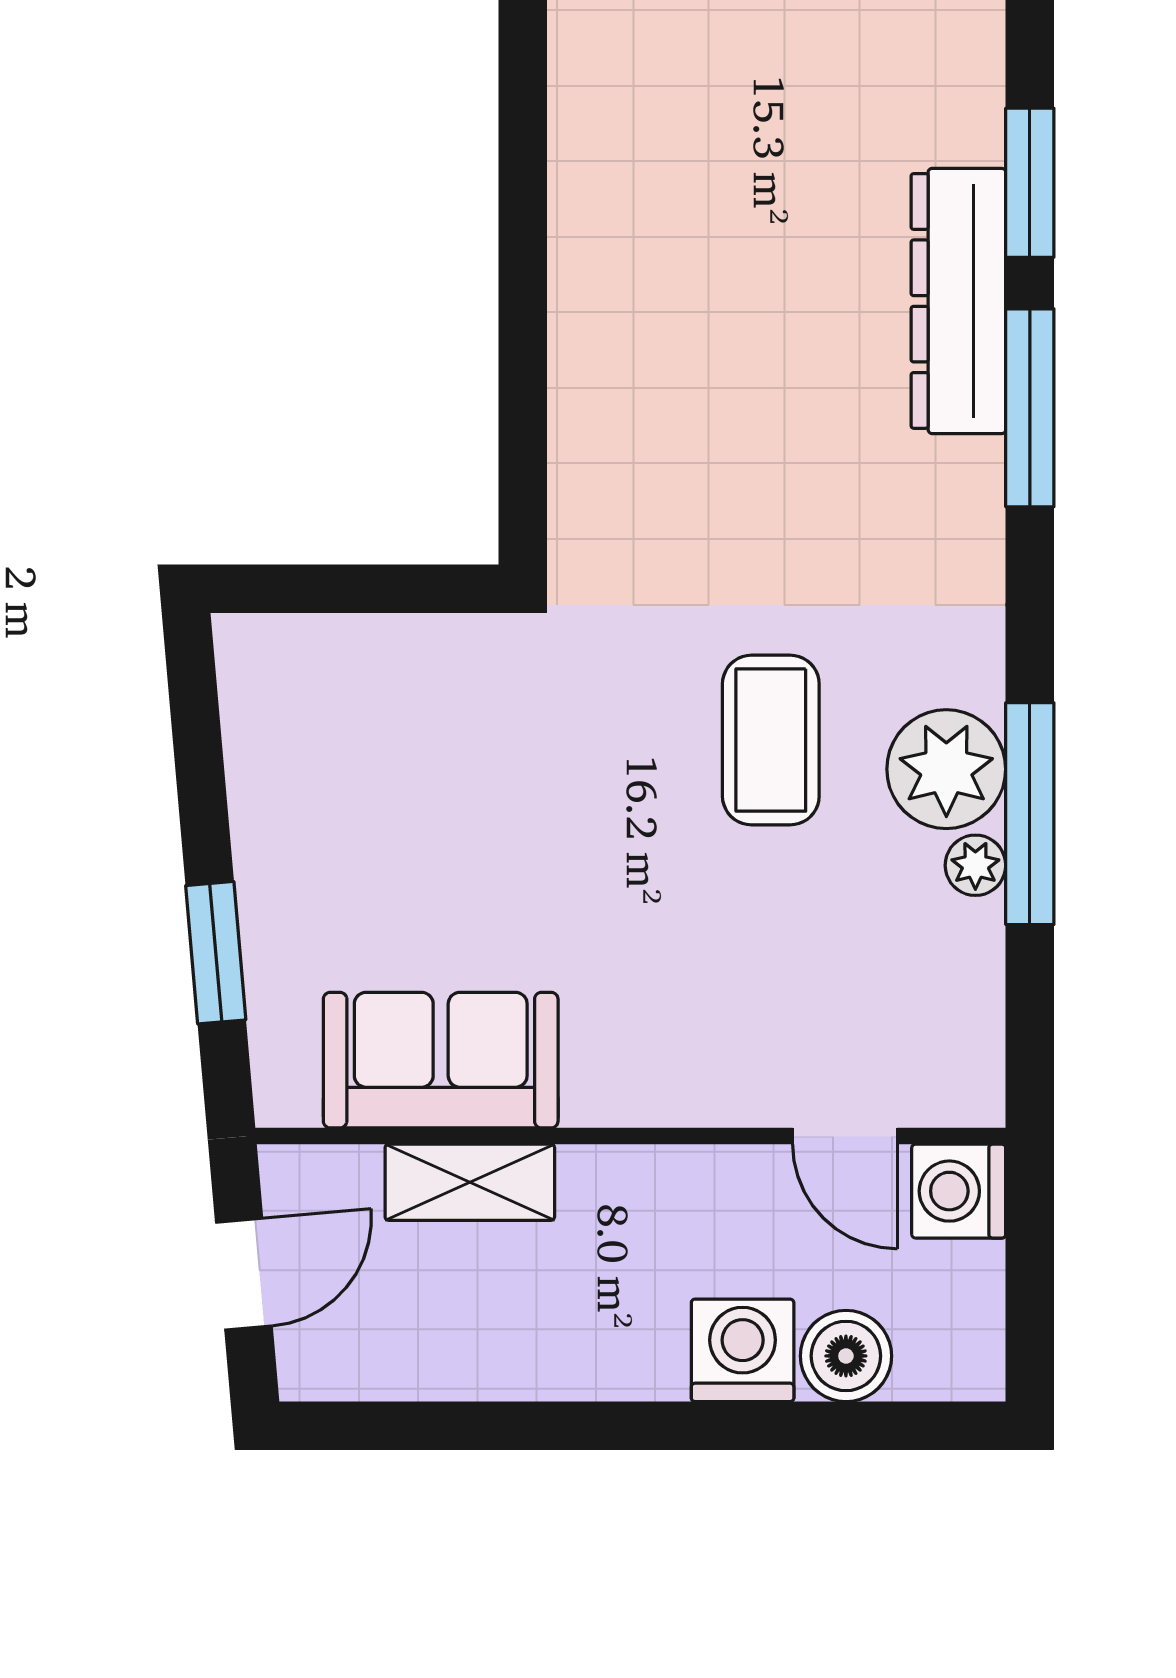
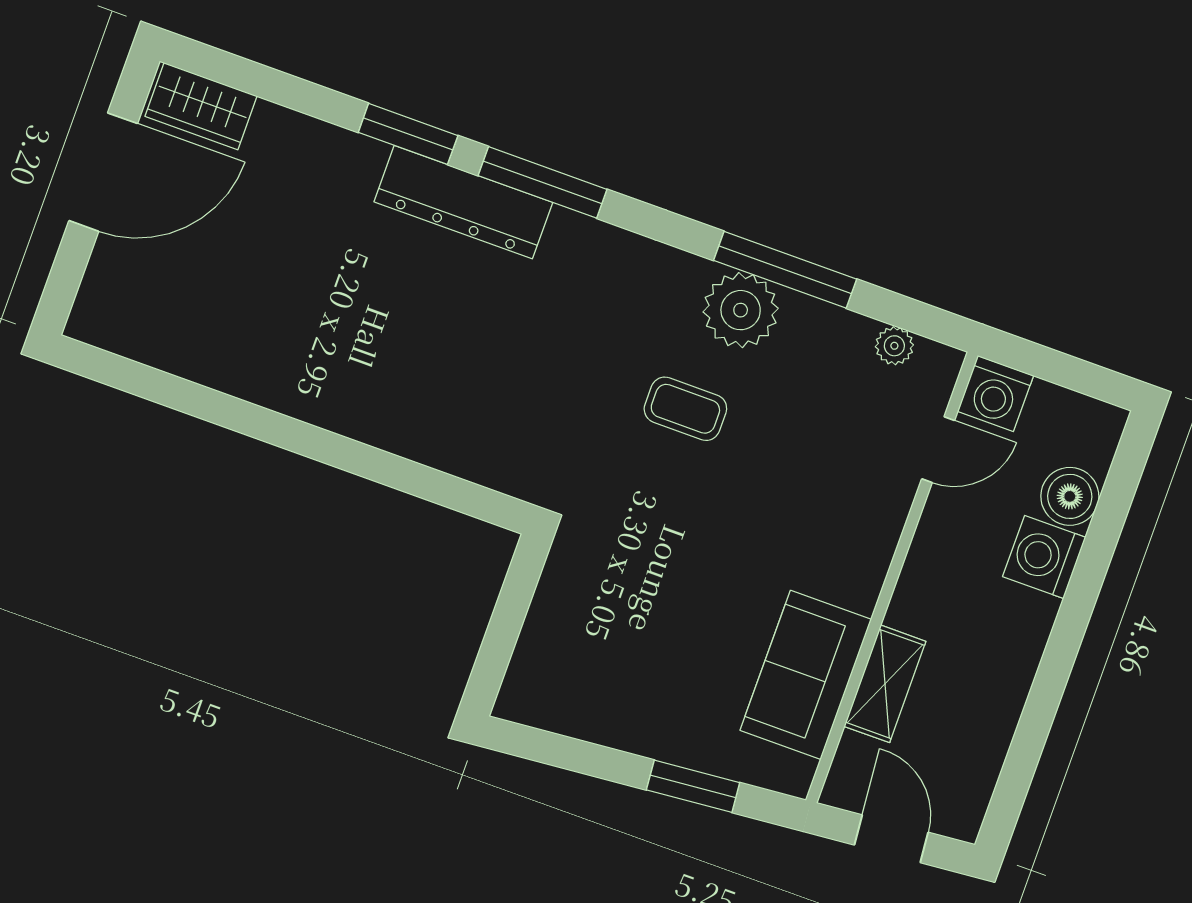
coffee table: (771, 740) -> (685, 409), width x0.73, depth x0.77
plant: (975, 865) -> (894, 346), moved

